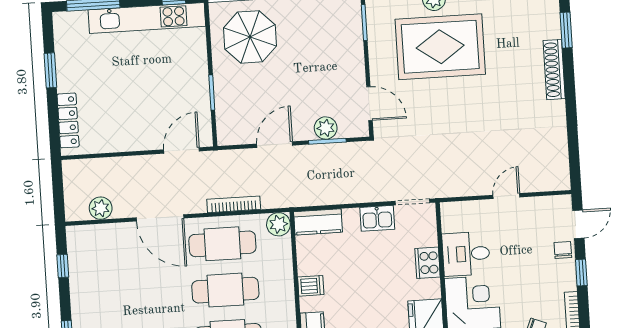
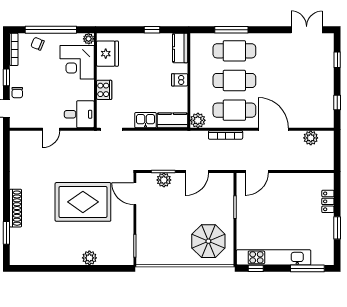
rug: (440, 47) -> (83, 202), moved
locker: (68, 120) -> (328, 201), width x0.66
kitchen sink: (377, 218) -> (146, 120), moved
desk: (466, 254) -> (79, 114), moved

